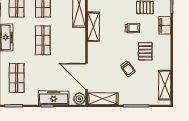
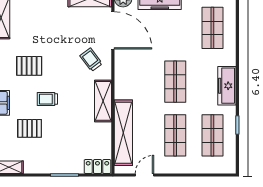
pallet: (145, 51) -> (29, 66), turned 90
trolley: (128, 69) -> (91, 60), moved

